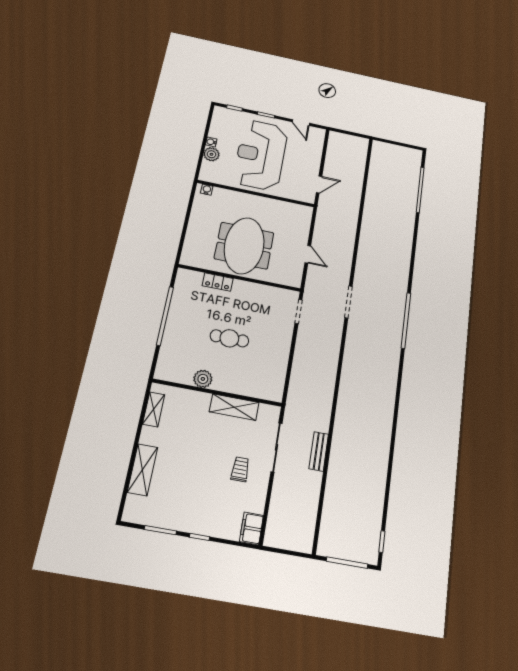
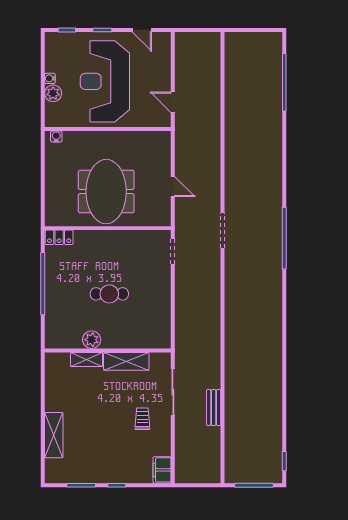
door: (319, 184) -> (173, 102), swing flipped
locker: (218, 282) -> (59, 237), moved
shelving: (154, 409) -> (87, 359), moved, turned 90
bench: (319, 451) -> (214, 408), moved

